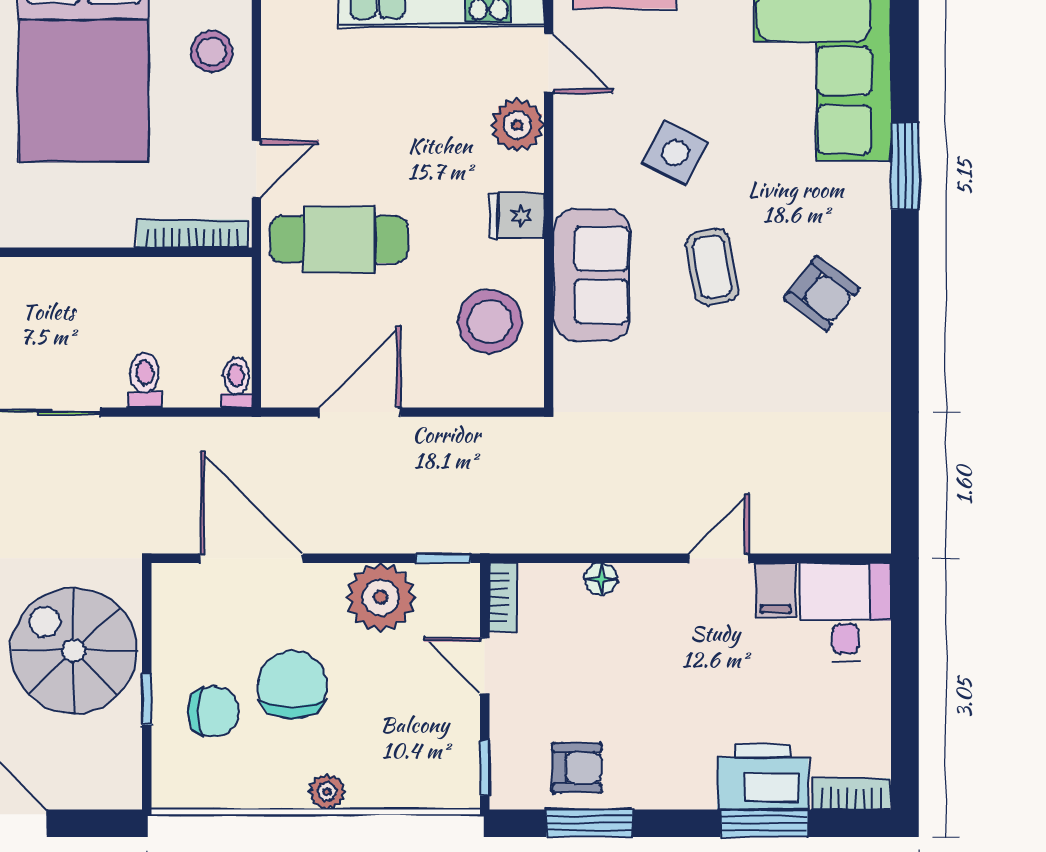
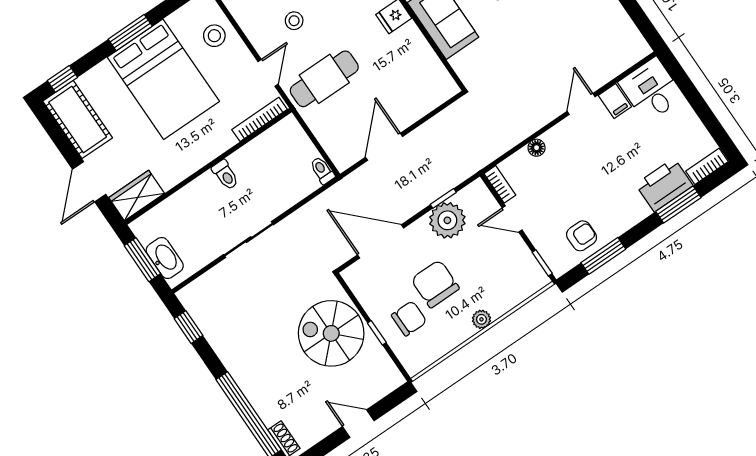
stool: (490, 322) -> (294, 21), moved, width x0.53, depth x0.53
toilet: (144, 380) -> (225, 175), moved, turned 180
window: (443, 558) -> (443, 198), moved

